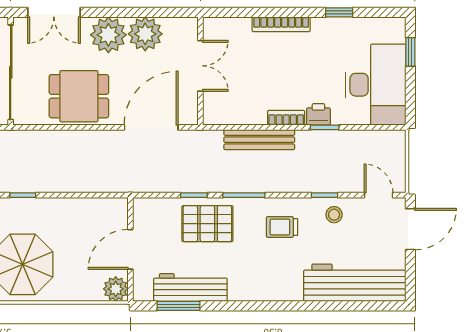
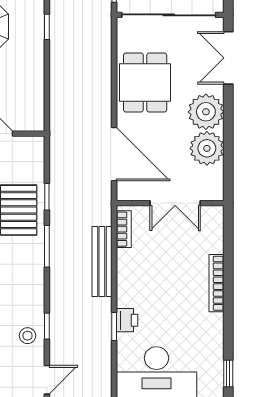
window: (339, 12) -> (228, 373), moved
bookcase: (286, 118) -> (124, 229), moved
trolley: (282, 227) -> (15, 284), removed

